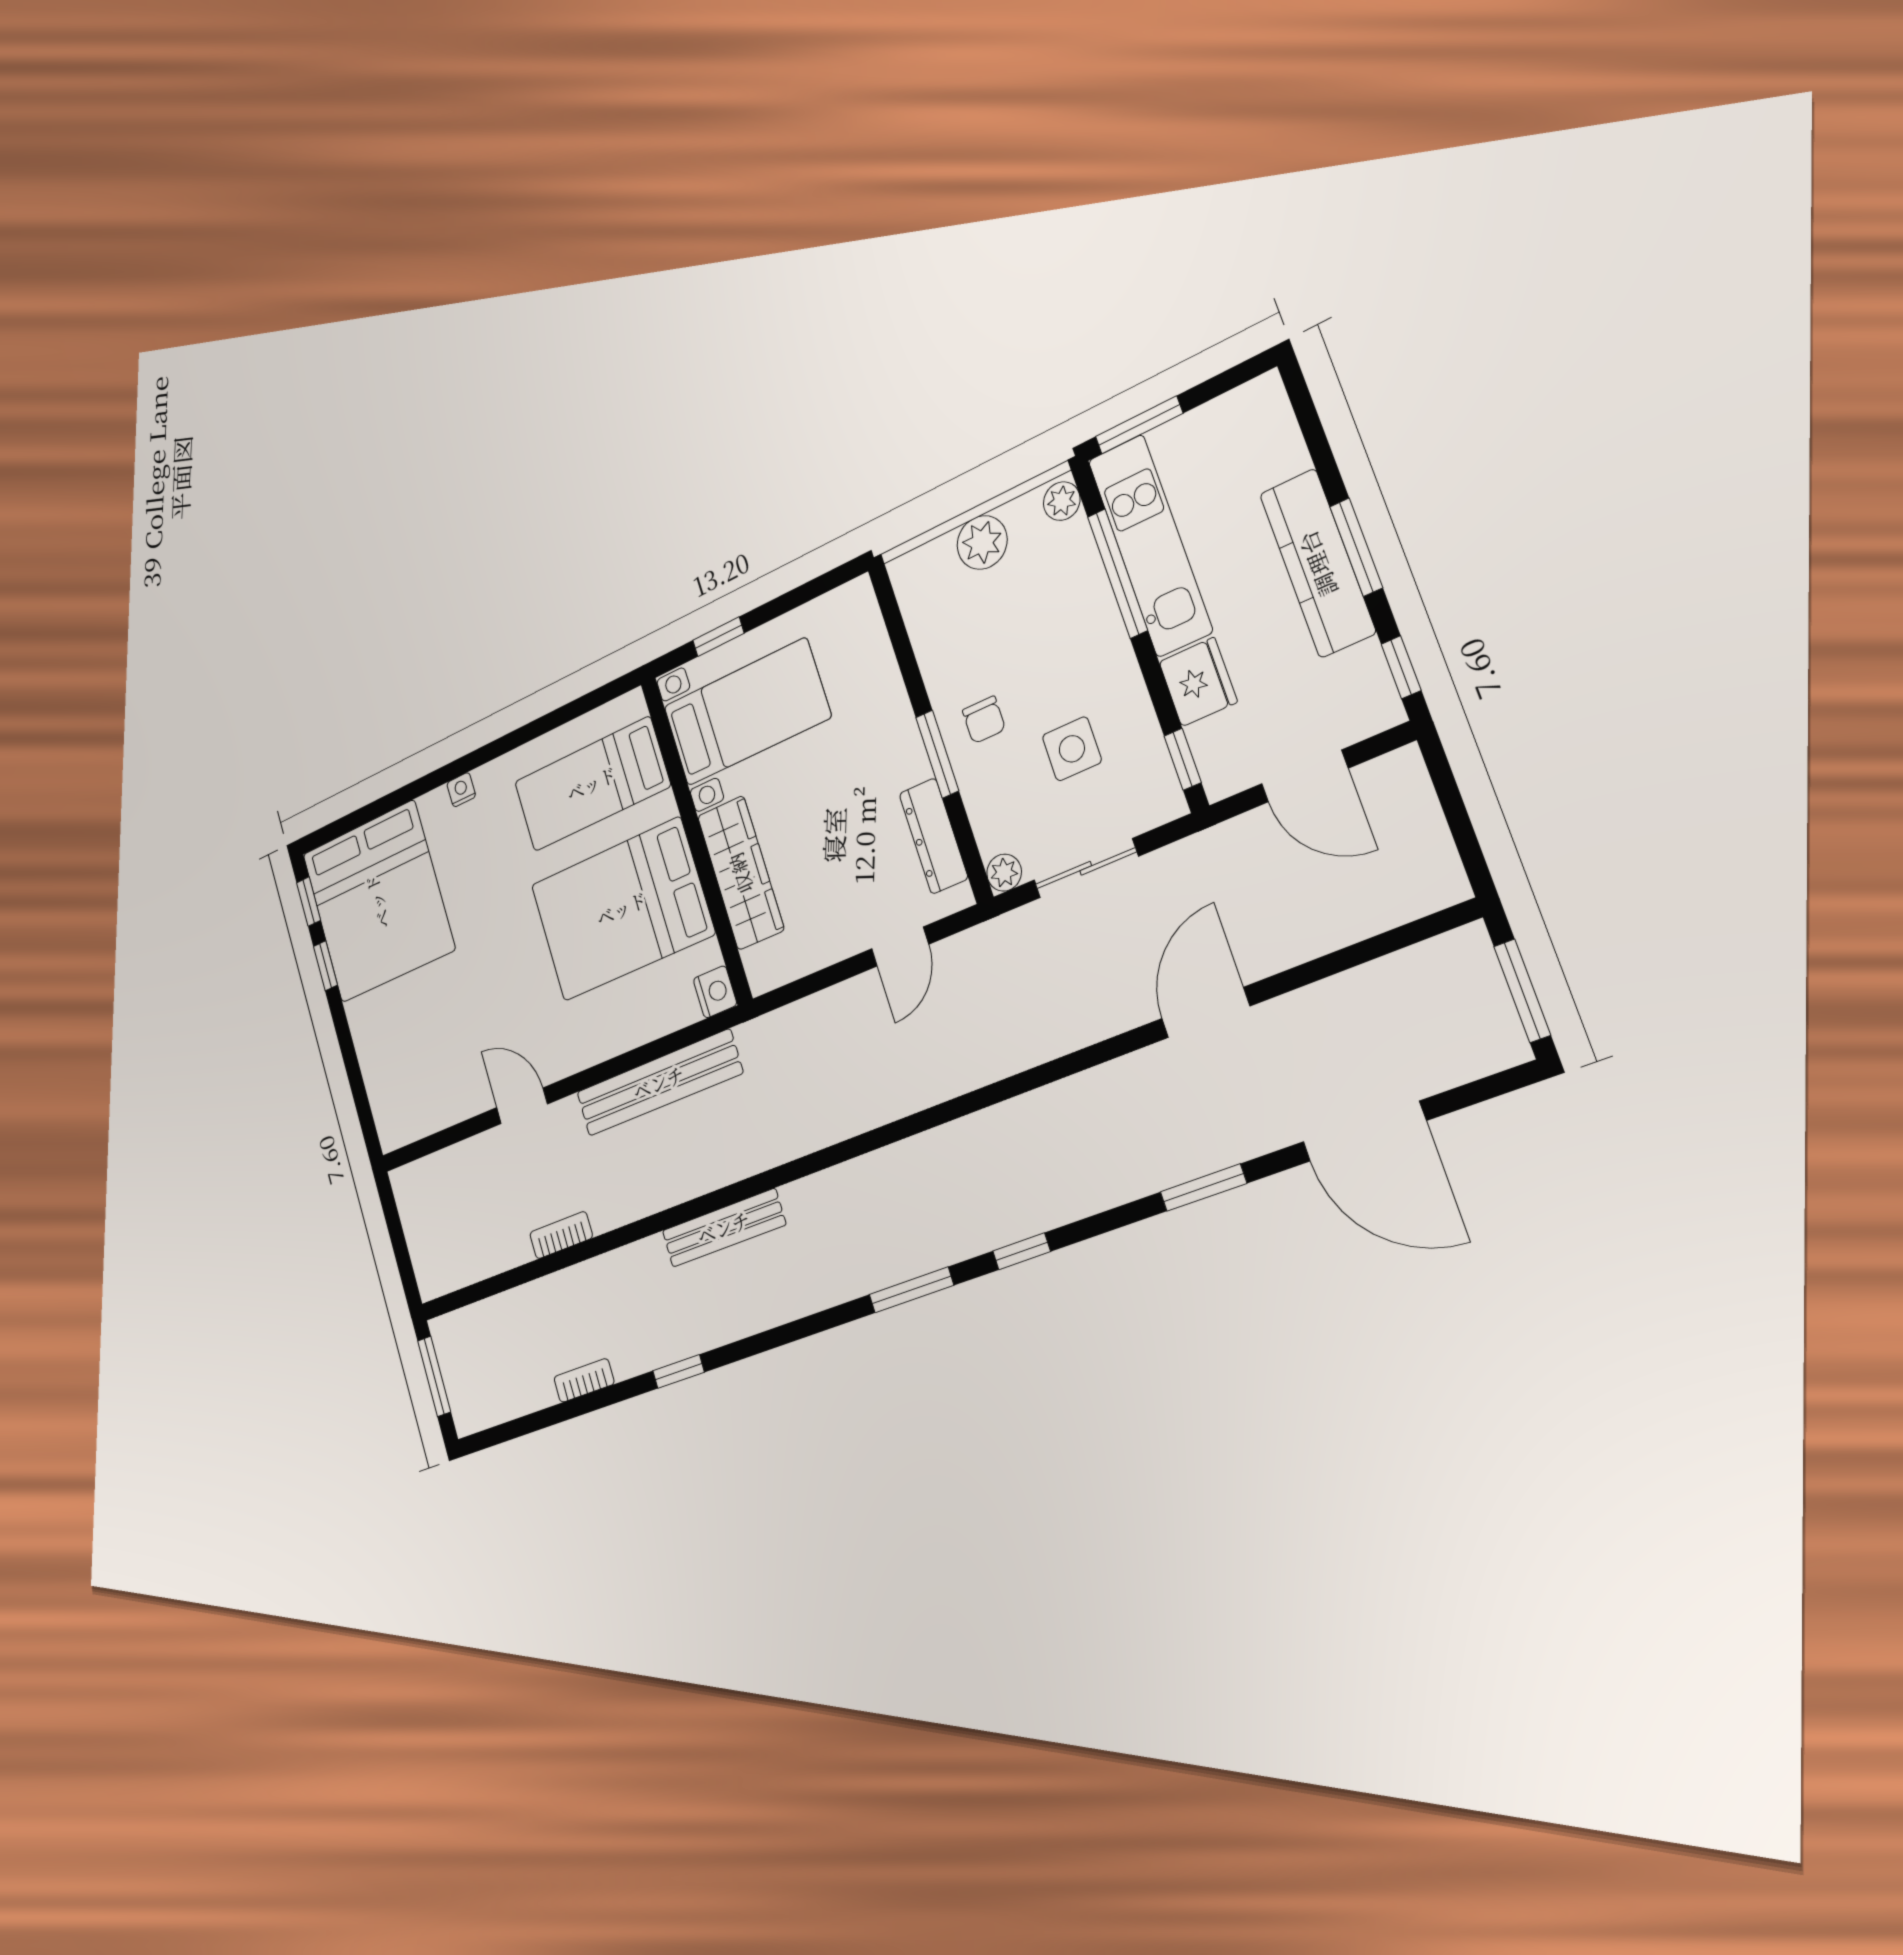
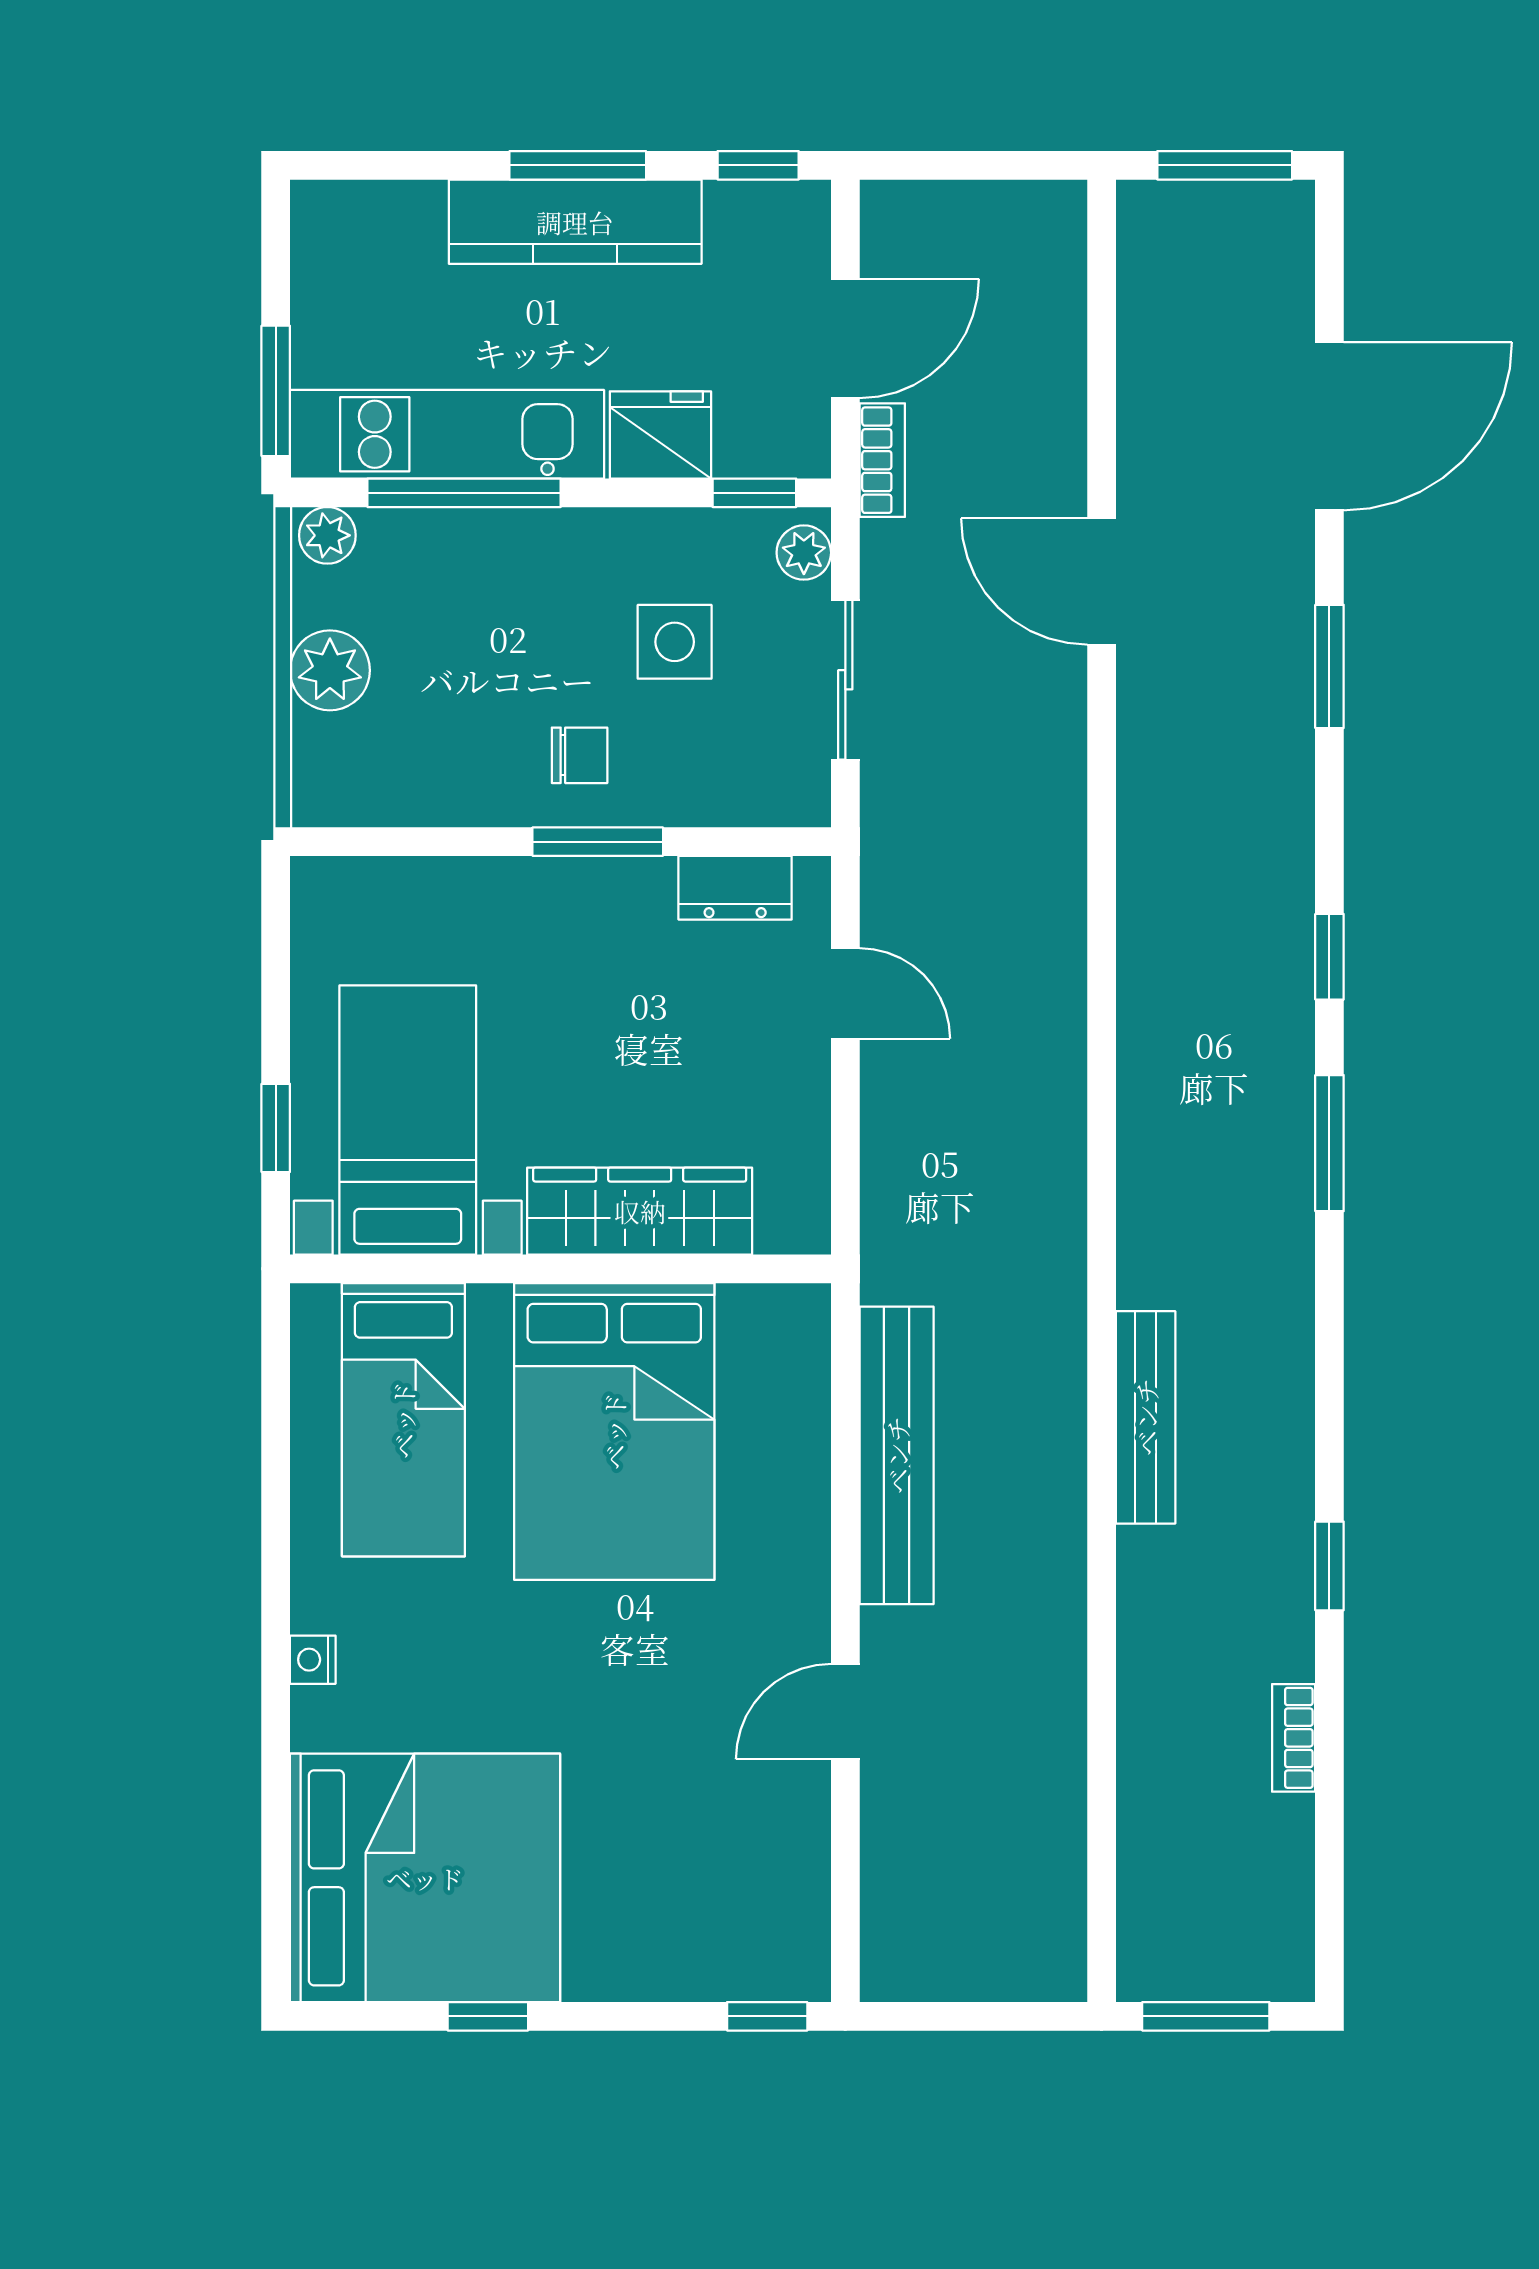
dresser: (934, 836) -> (735, 888), width x0.70
plant: (1004, 873) -> (804, 553), moved
window: (309, 902) -> (767, 2016), moved
nightstand: (715, 992) -> (798, 1314), removed
bookcase: (561, 1235) -> (882, 460), moved, turned 180

